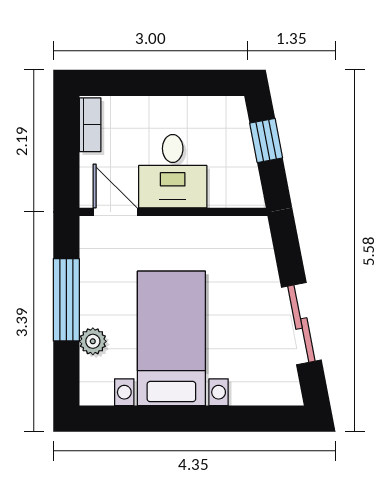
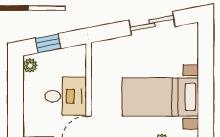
plant: (227, 108) -> (30, 65), added

